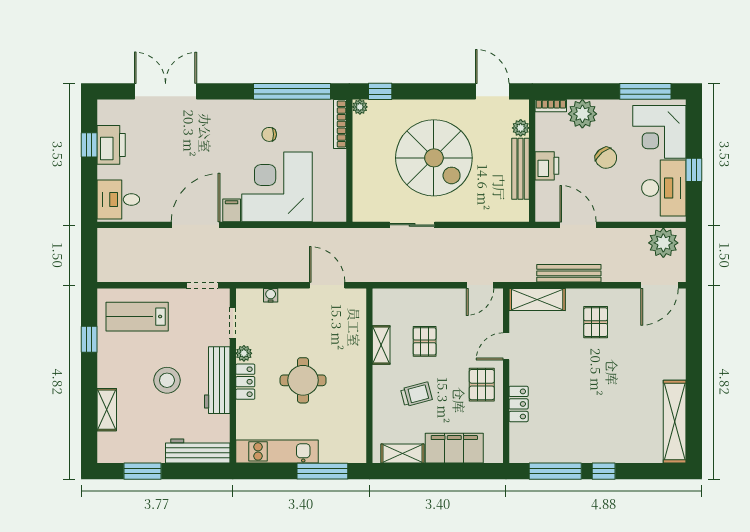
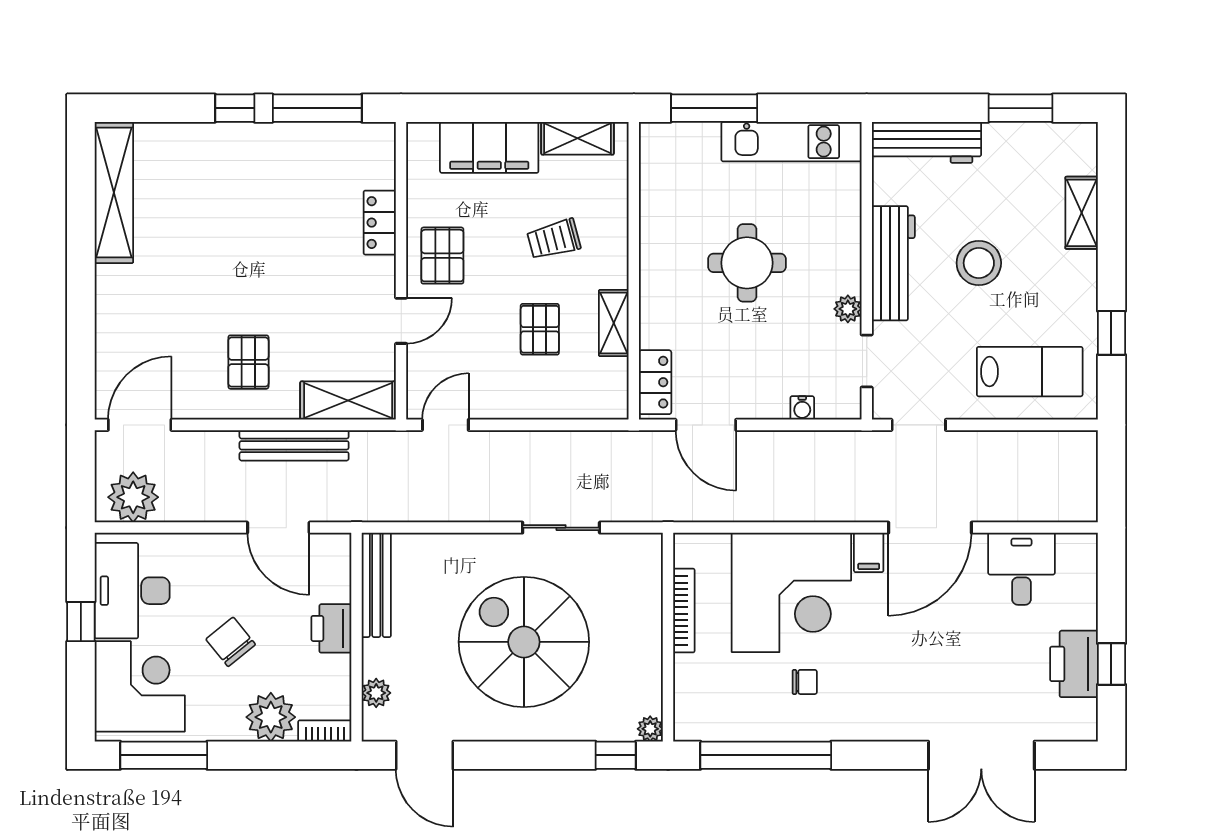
bookcase: (340, 124) -> (684, 611), moved
bench: (521, 169) -> (376, 585), moved
desk: (118, 200) -> (1021, 569), moved, turned -90
locker: (245, 382) -> (655, 382), moved, turned 180

